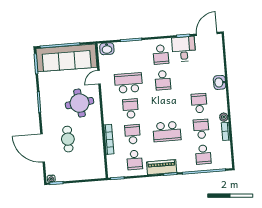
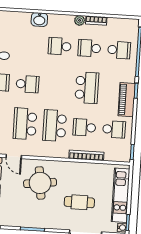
school desk: (131, 109) -> (55, 126), width x1.85
kitchen unit: (79, 174) -> (121, 195), added

